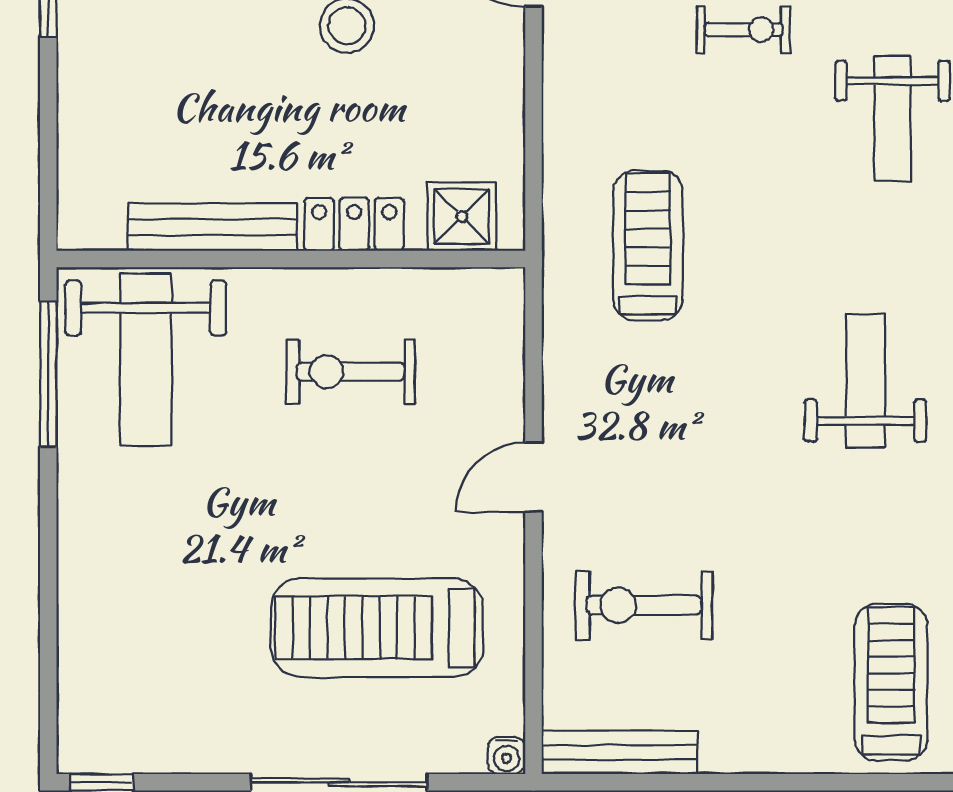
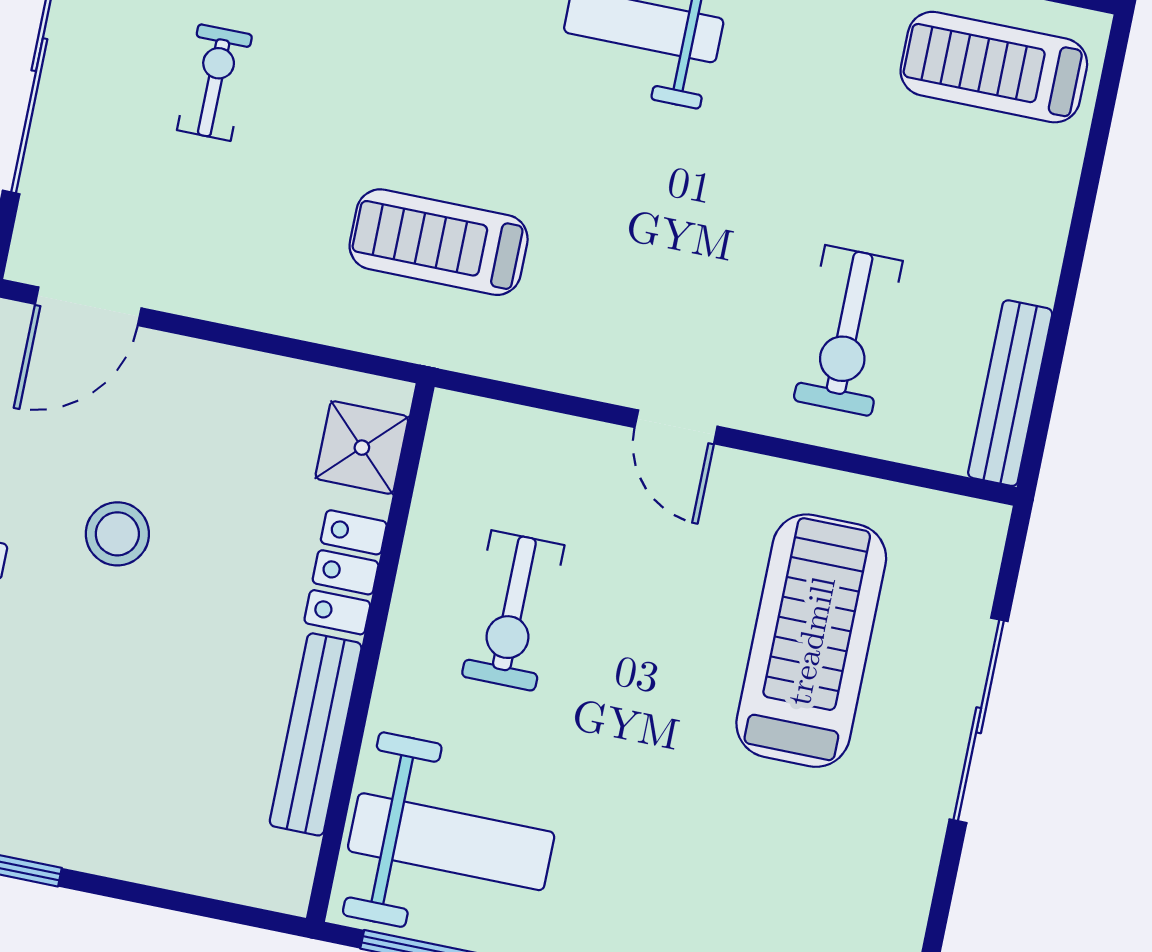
treadmill: (377, 628) -> (811, 641), turned 180
water cooler: (507, 755) -> (987, 523), removed

